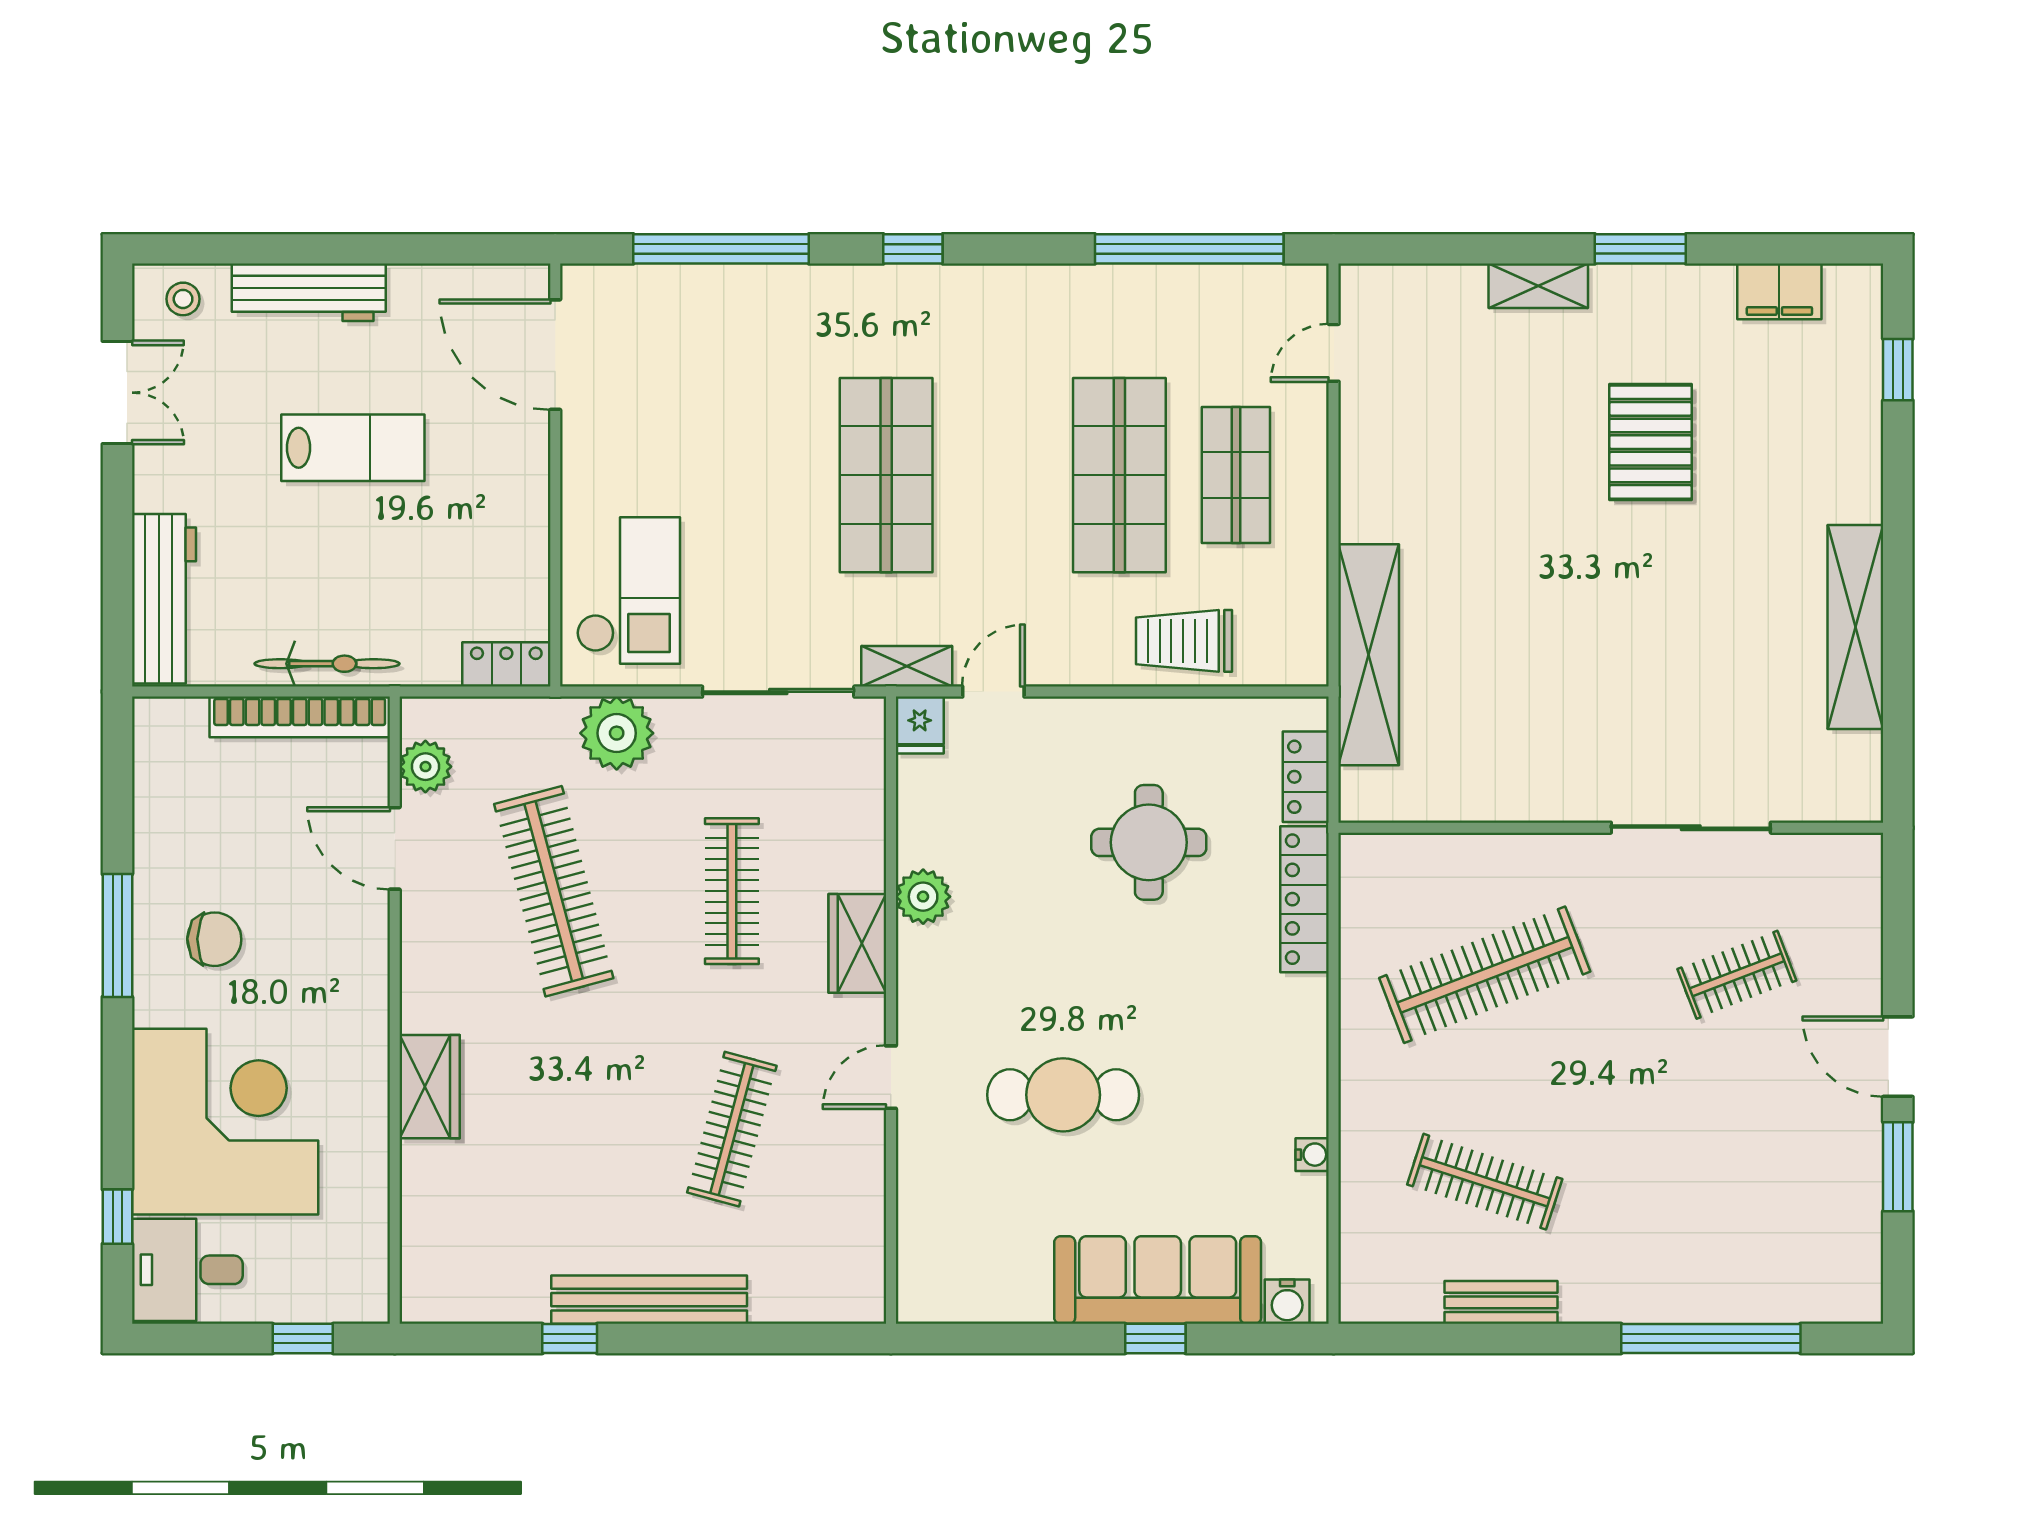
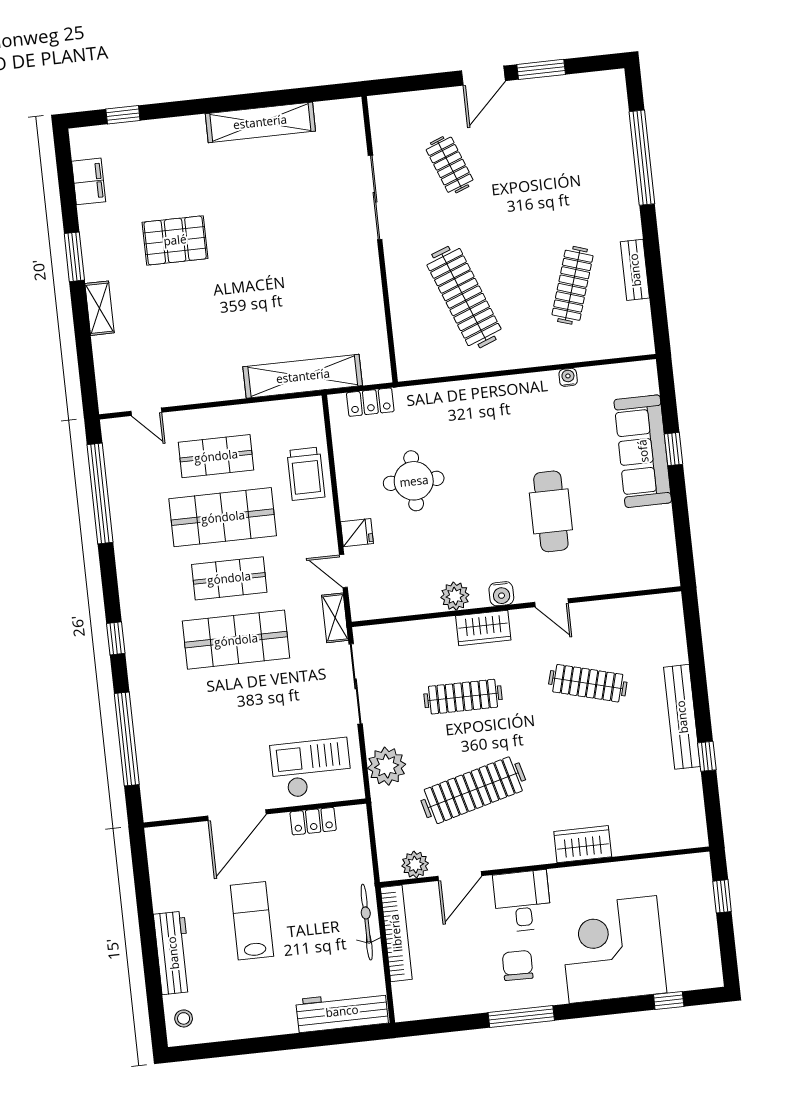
door: (555, 355) -> (237, 815), moved
double door: (117, 393) -> (236, 1047), removed
shop shelf: (1003, 475) -> (229, 578), added
locker: (506, 664) -> (313, 821), moved, turned -90
fridge: (920, 725) -> (357, 533), moved
locker: (1304, 899) -> (435, 396), removed
desk: (187, 1270) -> (522, 901), moved, turned 180
water cooler: (1287, 1302) -> (501, 594), moved, turned 90

